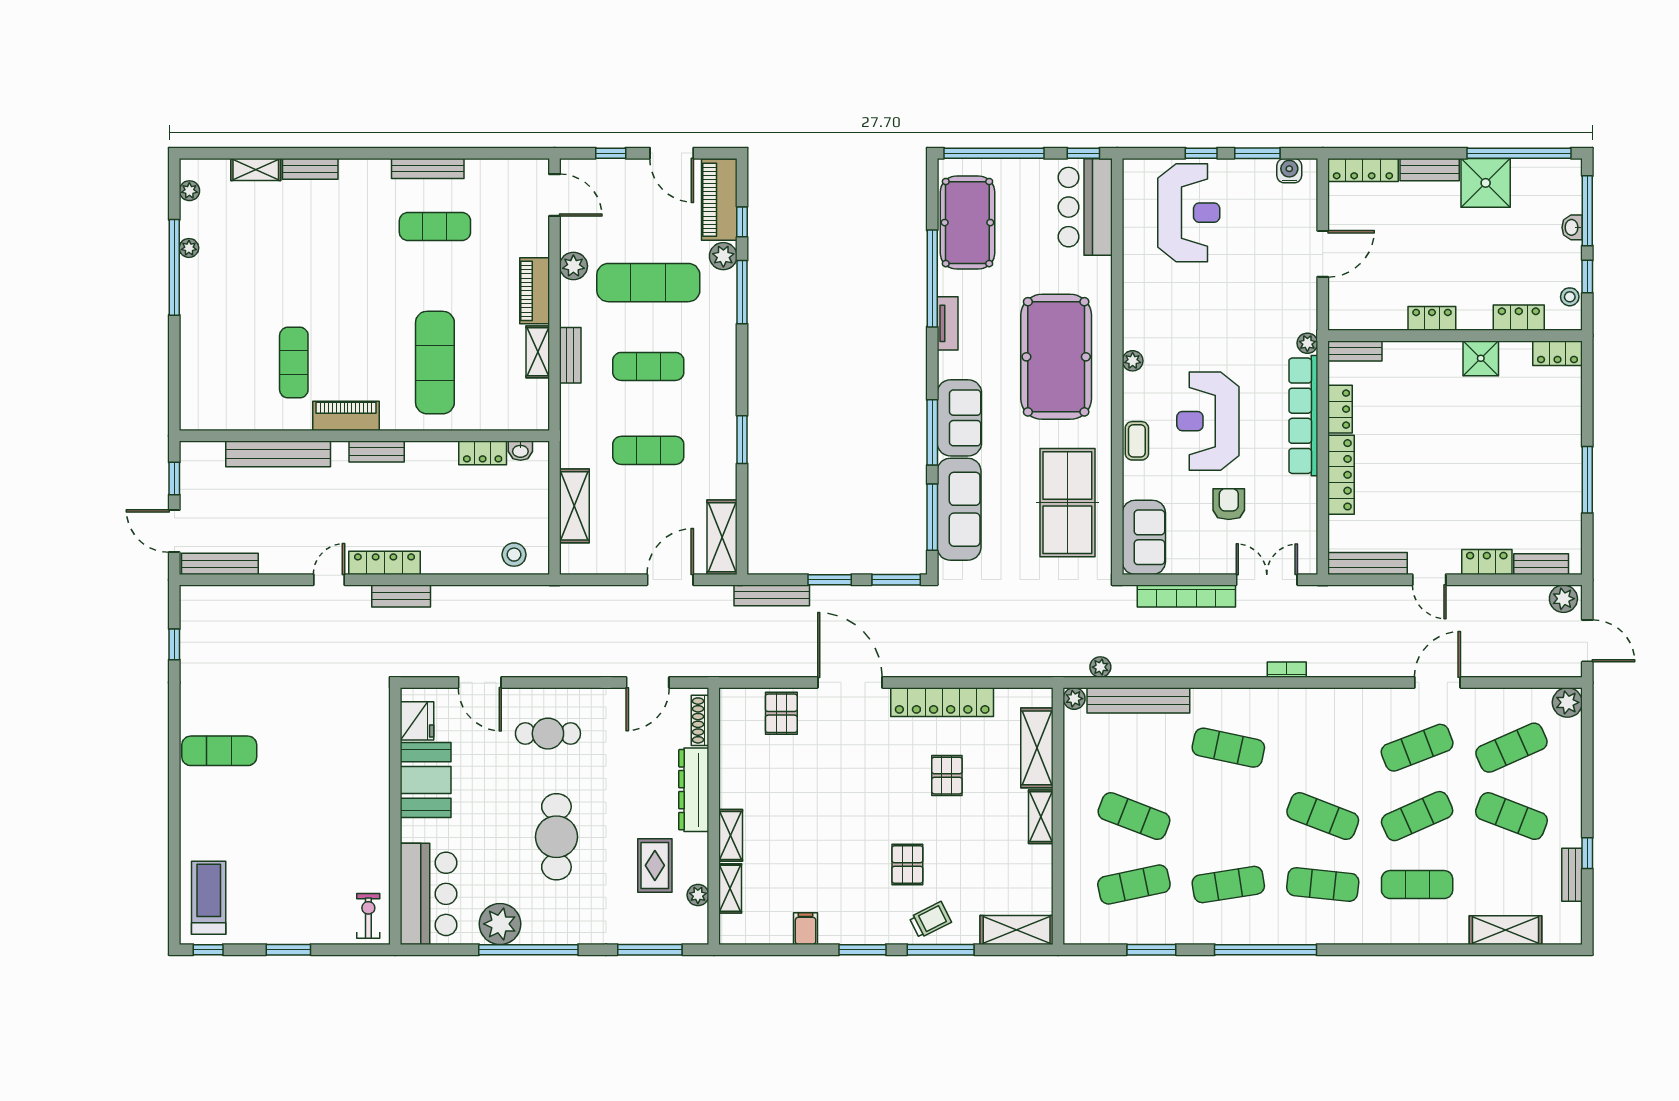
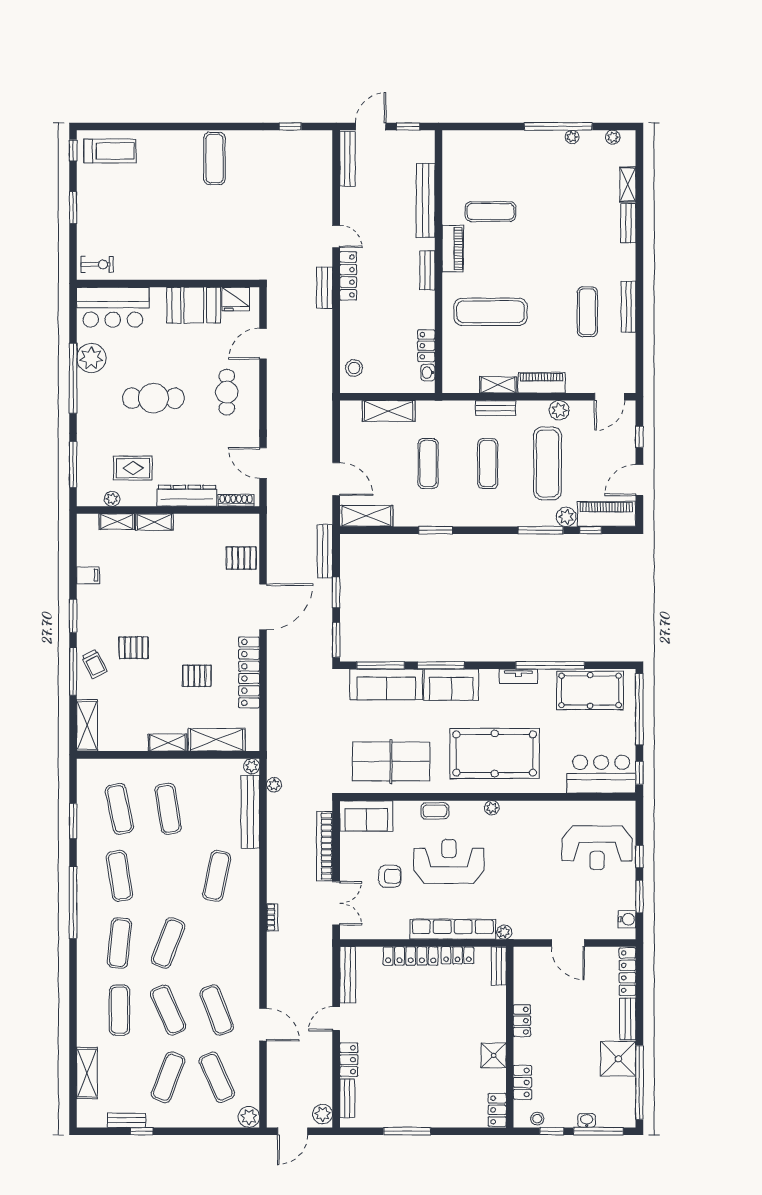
exercise mat: (1134, 816) -> (168, 809), turned -30

